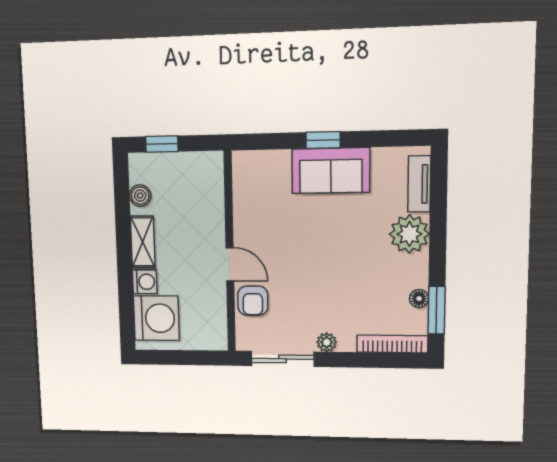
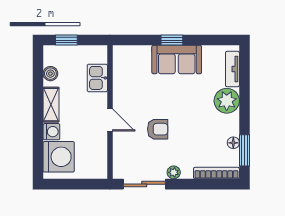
kitchen sink: (210, 201) -> (97, 78), added
armchair: (253, 301) -> (158, 129), moved, turned -90

